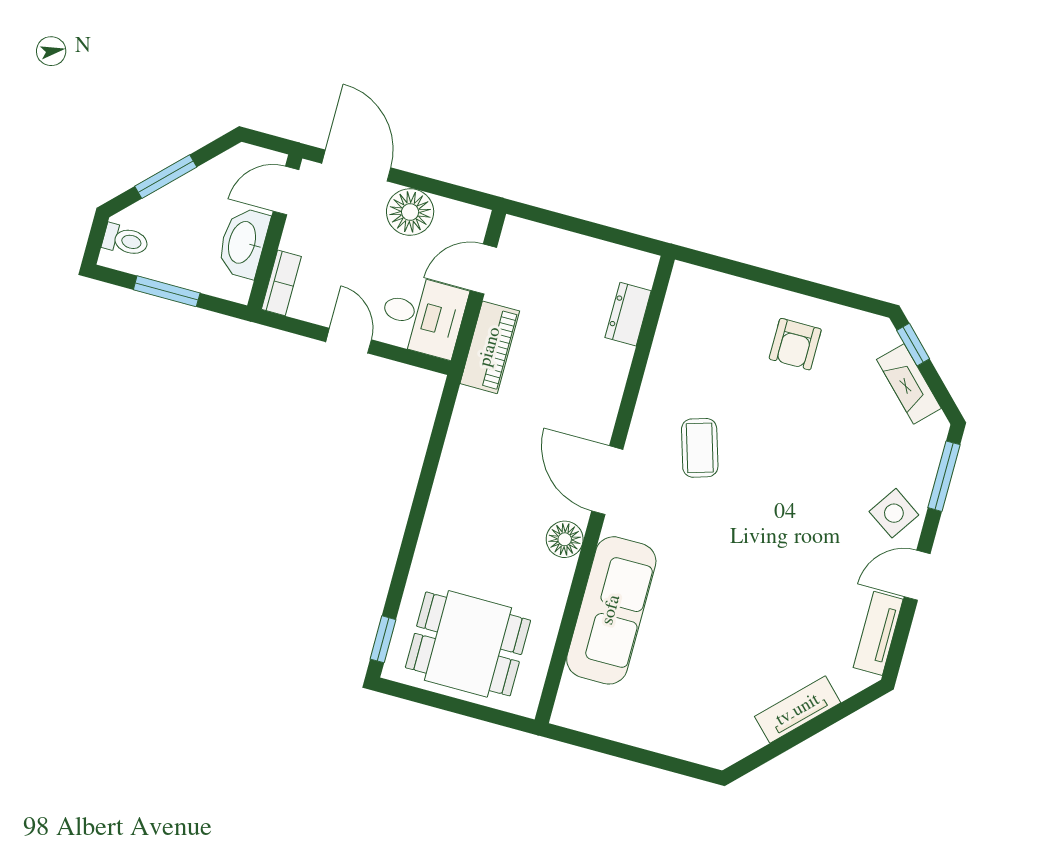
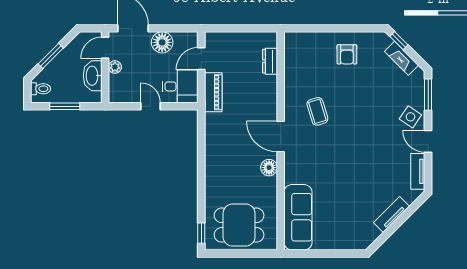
plant: (296, 237) -> (115, 67), added
bookcase: (281, 283) -> (114, 89), removed
door: (917, 575) -> (428, 141), hinge flipped
sofa: (611, 610) -> (298, 217), moved

